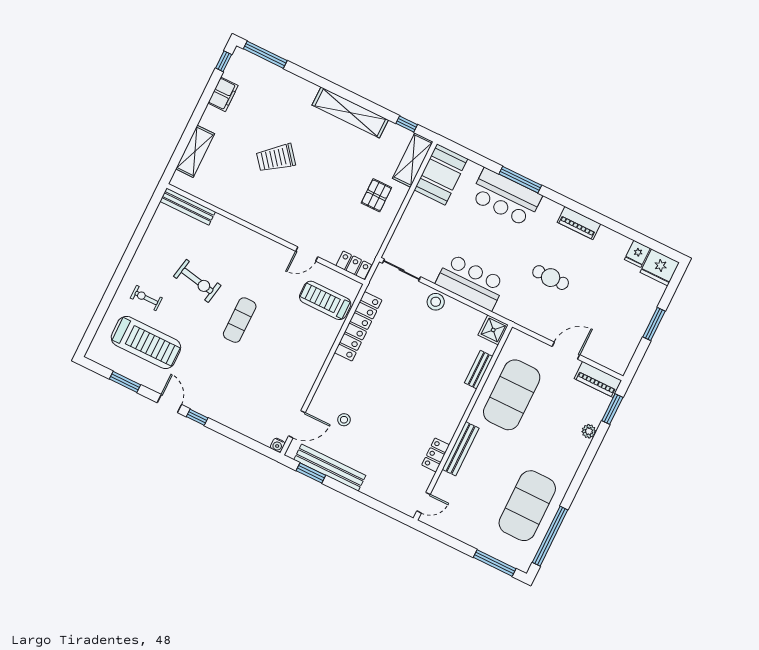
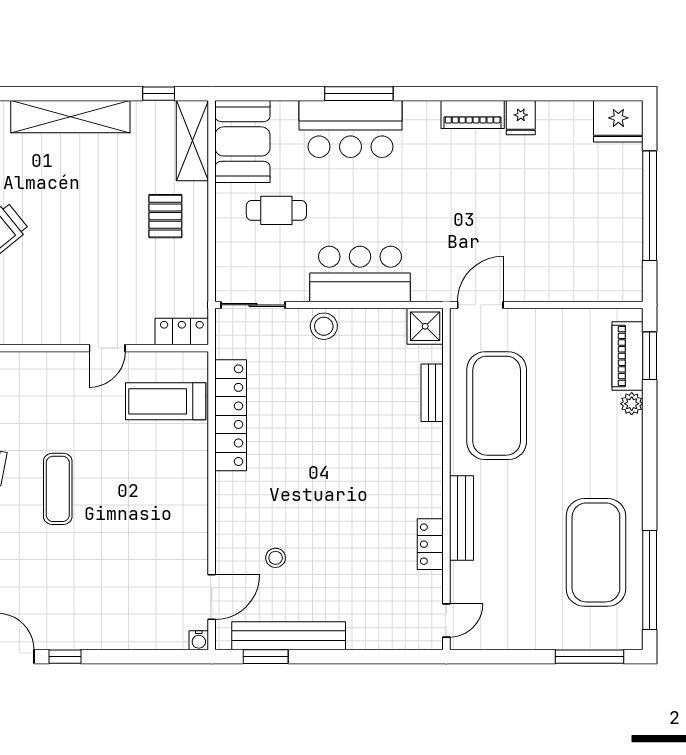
fridge: (637, 254) -> (521, 118), moved
cafe table: (551, 278) -> (276, 210), moved
window: (654, 324) -> (650, 206), width x2.11
door: (566, 351) -> (480, 305), moved
piano: (598, 379) -> (628, 356), moved, turned 90

